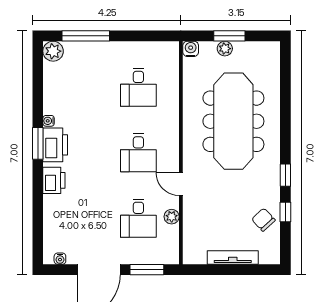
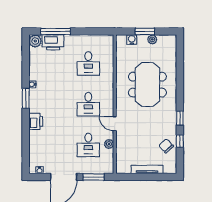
water cooler: (191, 49) -> (132, 40), moved
plant: (225, 49) -> (152, 39), moved
meeting table: (233, 121) -> (147, 85), width x0.73
printer: (55, 145) -> (53, 42), moved, turned 90

